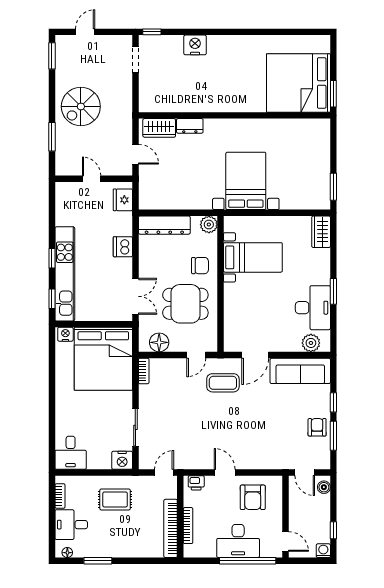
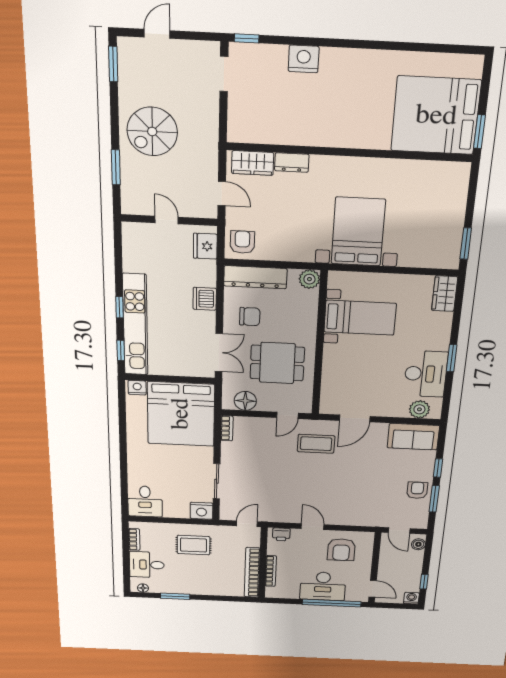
armchair: (153, 195) -> (242, 242), added
chair: (200, 266) -> (250, 317), moved
sofa: (300, 371) -> (413, 437), width x0.73

